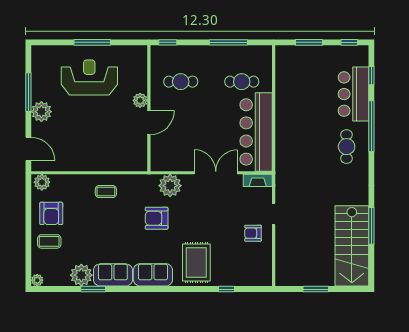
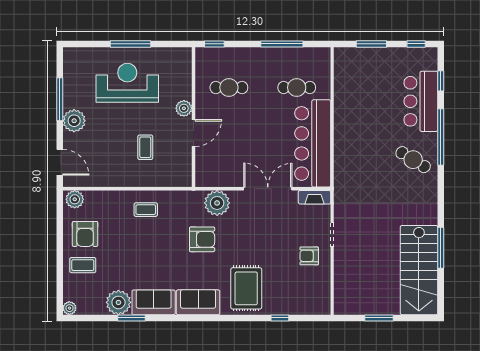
coffee table: (105, 135) -> (145, 147), added
cafe table: (347, 147) -> (413, 160), turned -58
armchair: (157, 218) -> (202, 239), turned 180

